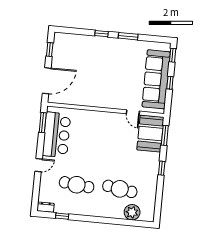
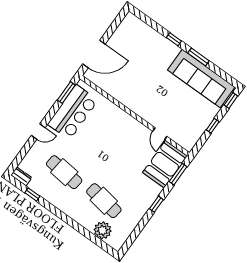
window: (50, 50) -> (115, 25), removed
sofa: (156, 79) -> (201, 79), moved, turned -90

